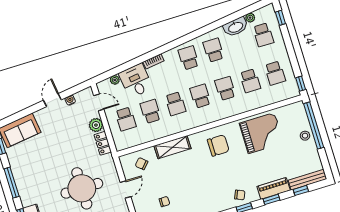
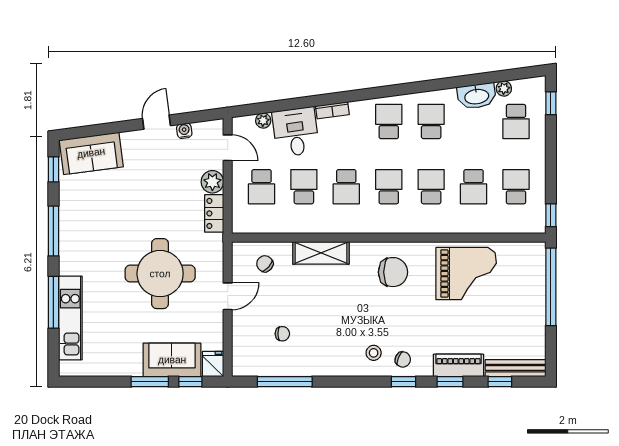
school desk: (275, 73) -> (516, 187), turned 180
stool: (305, 136) -> (374, 353), moved

